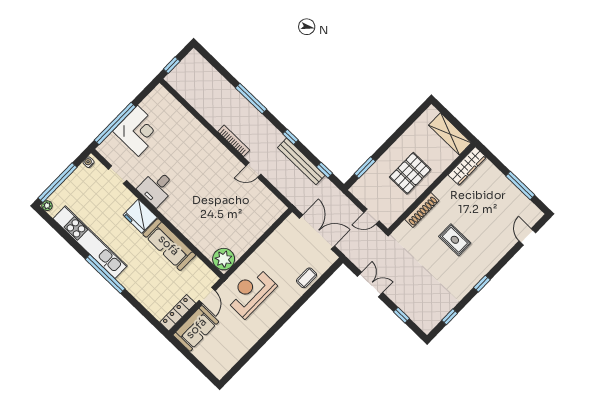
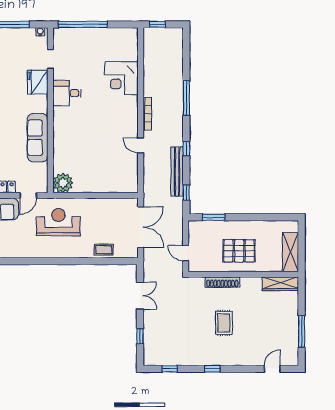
corner desk: (138, 131) -> (121, 78), moved, turned 90
fridge: (140, 216) -> (38, 82), moved

